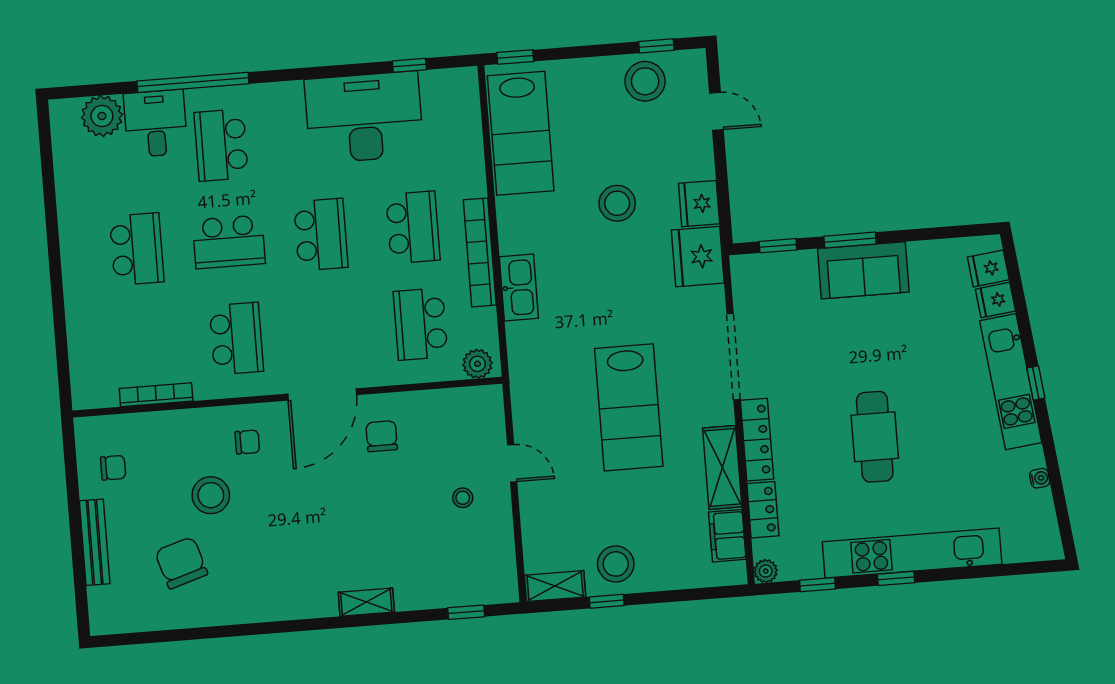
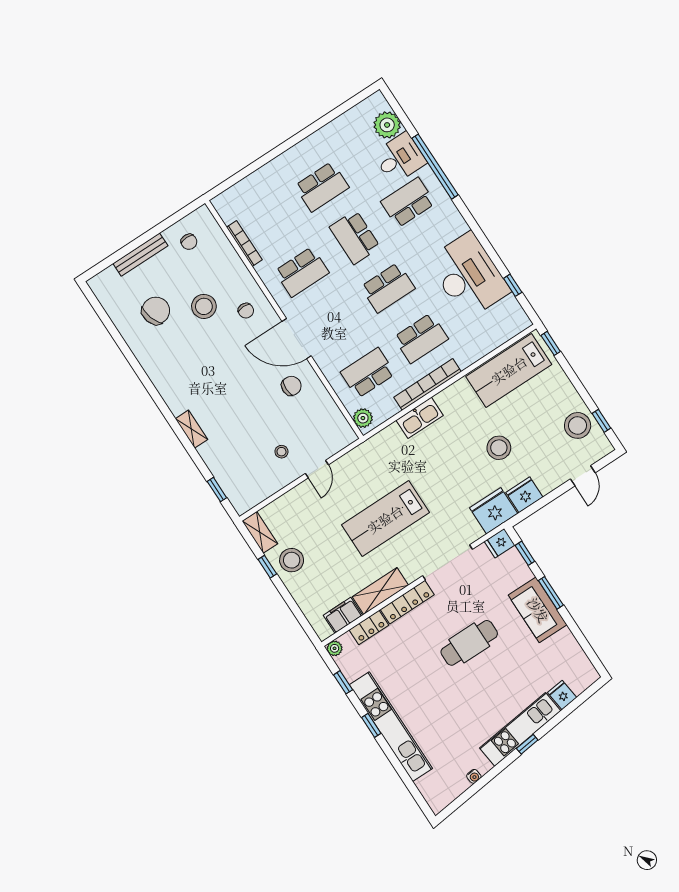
fridge: (988, 268) -> (500, 543), moved, turned -83
cafe table: (875, 437) -> (469, 643), moved

